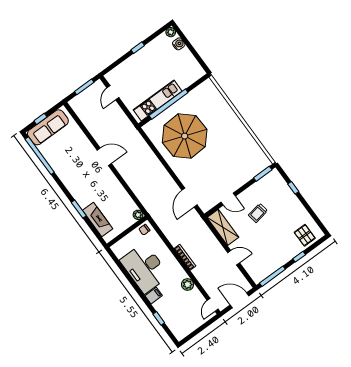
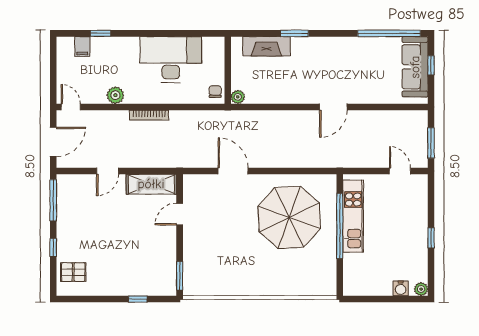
door: (190, 198) -> (233, 171), moved
trolley: (258, 213) -> (138, 237), removed
filing cabinet: (154, 296) -> (82, 47), moved

